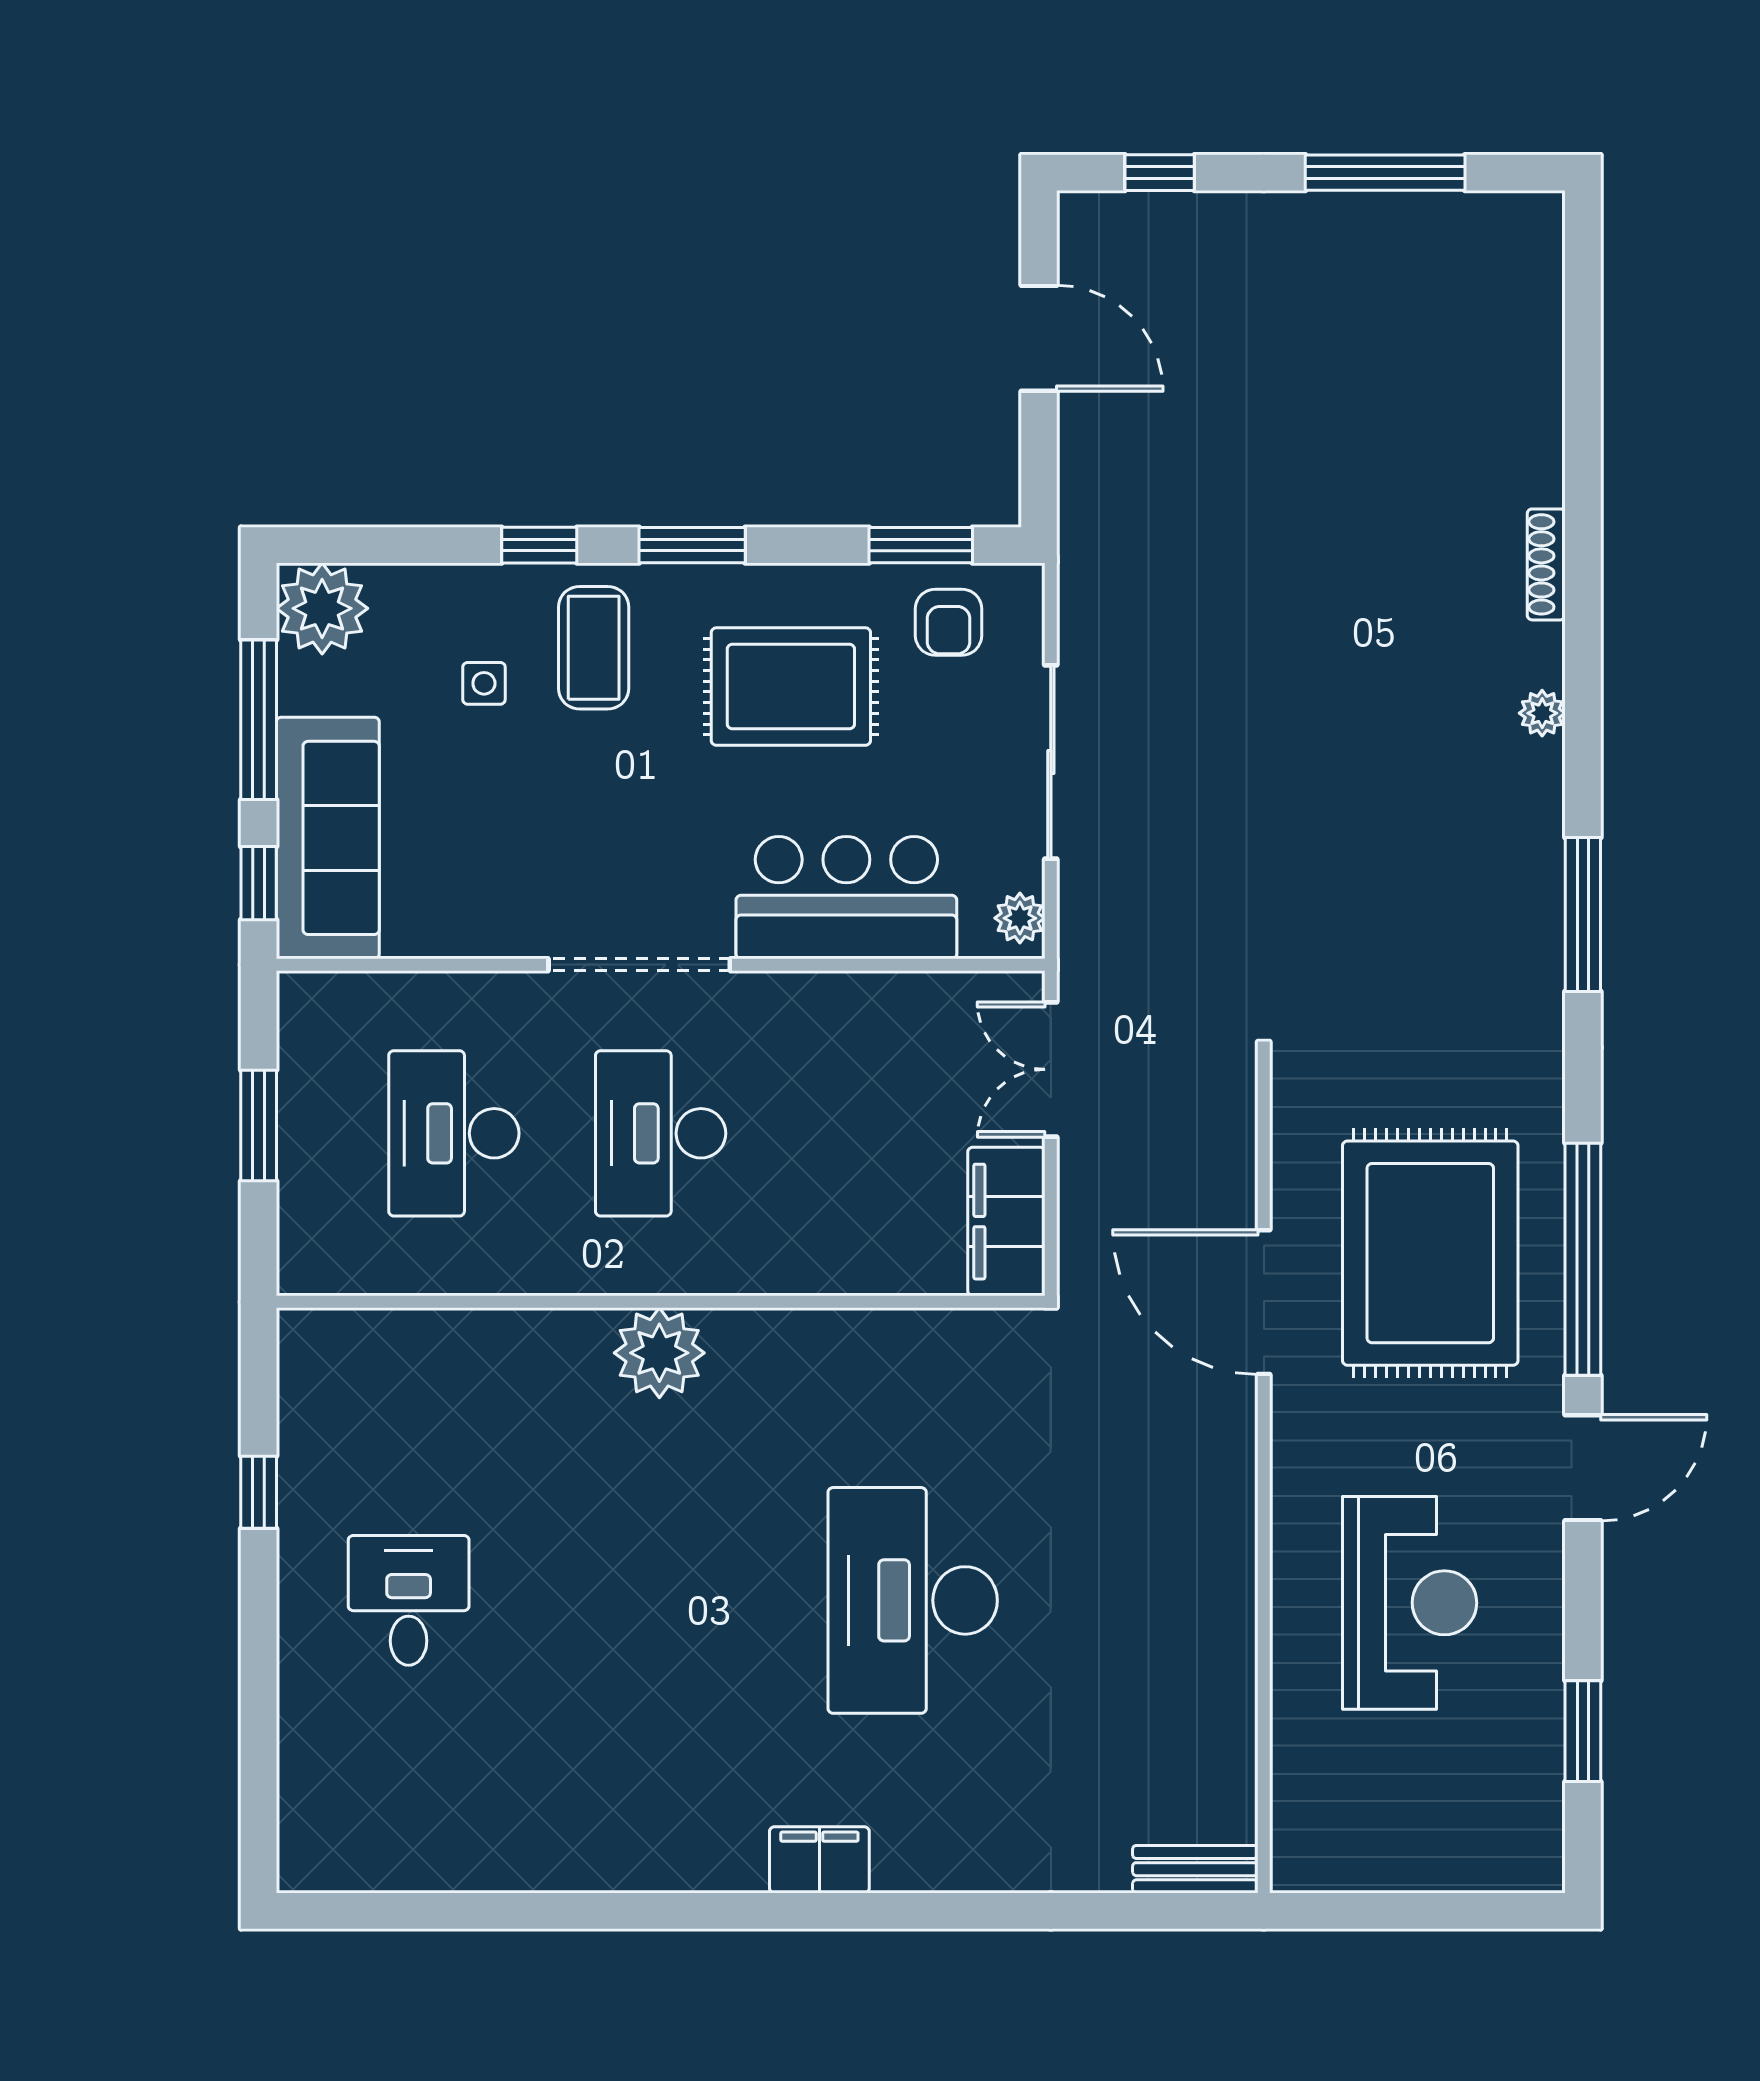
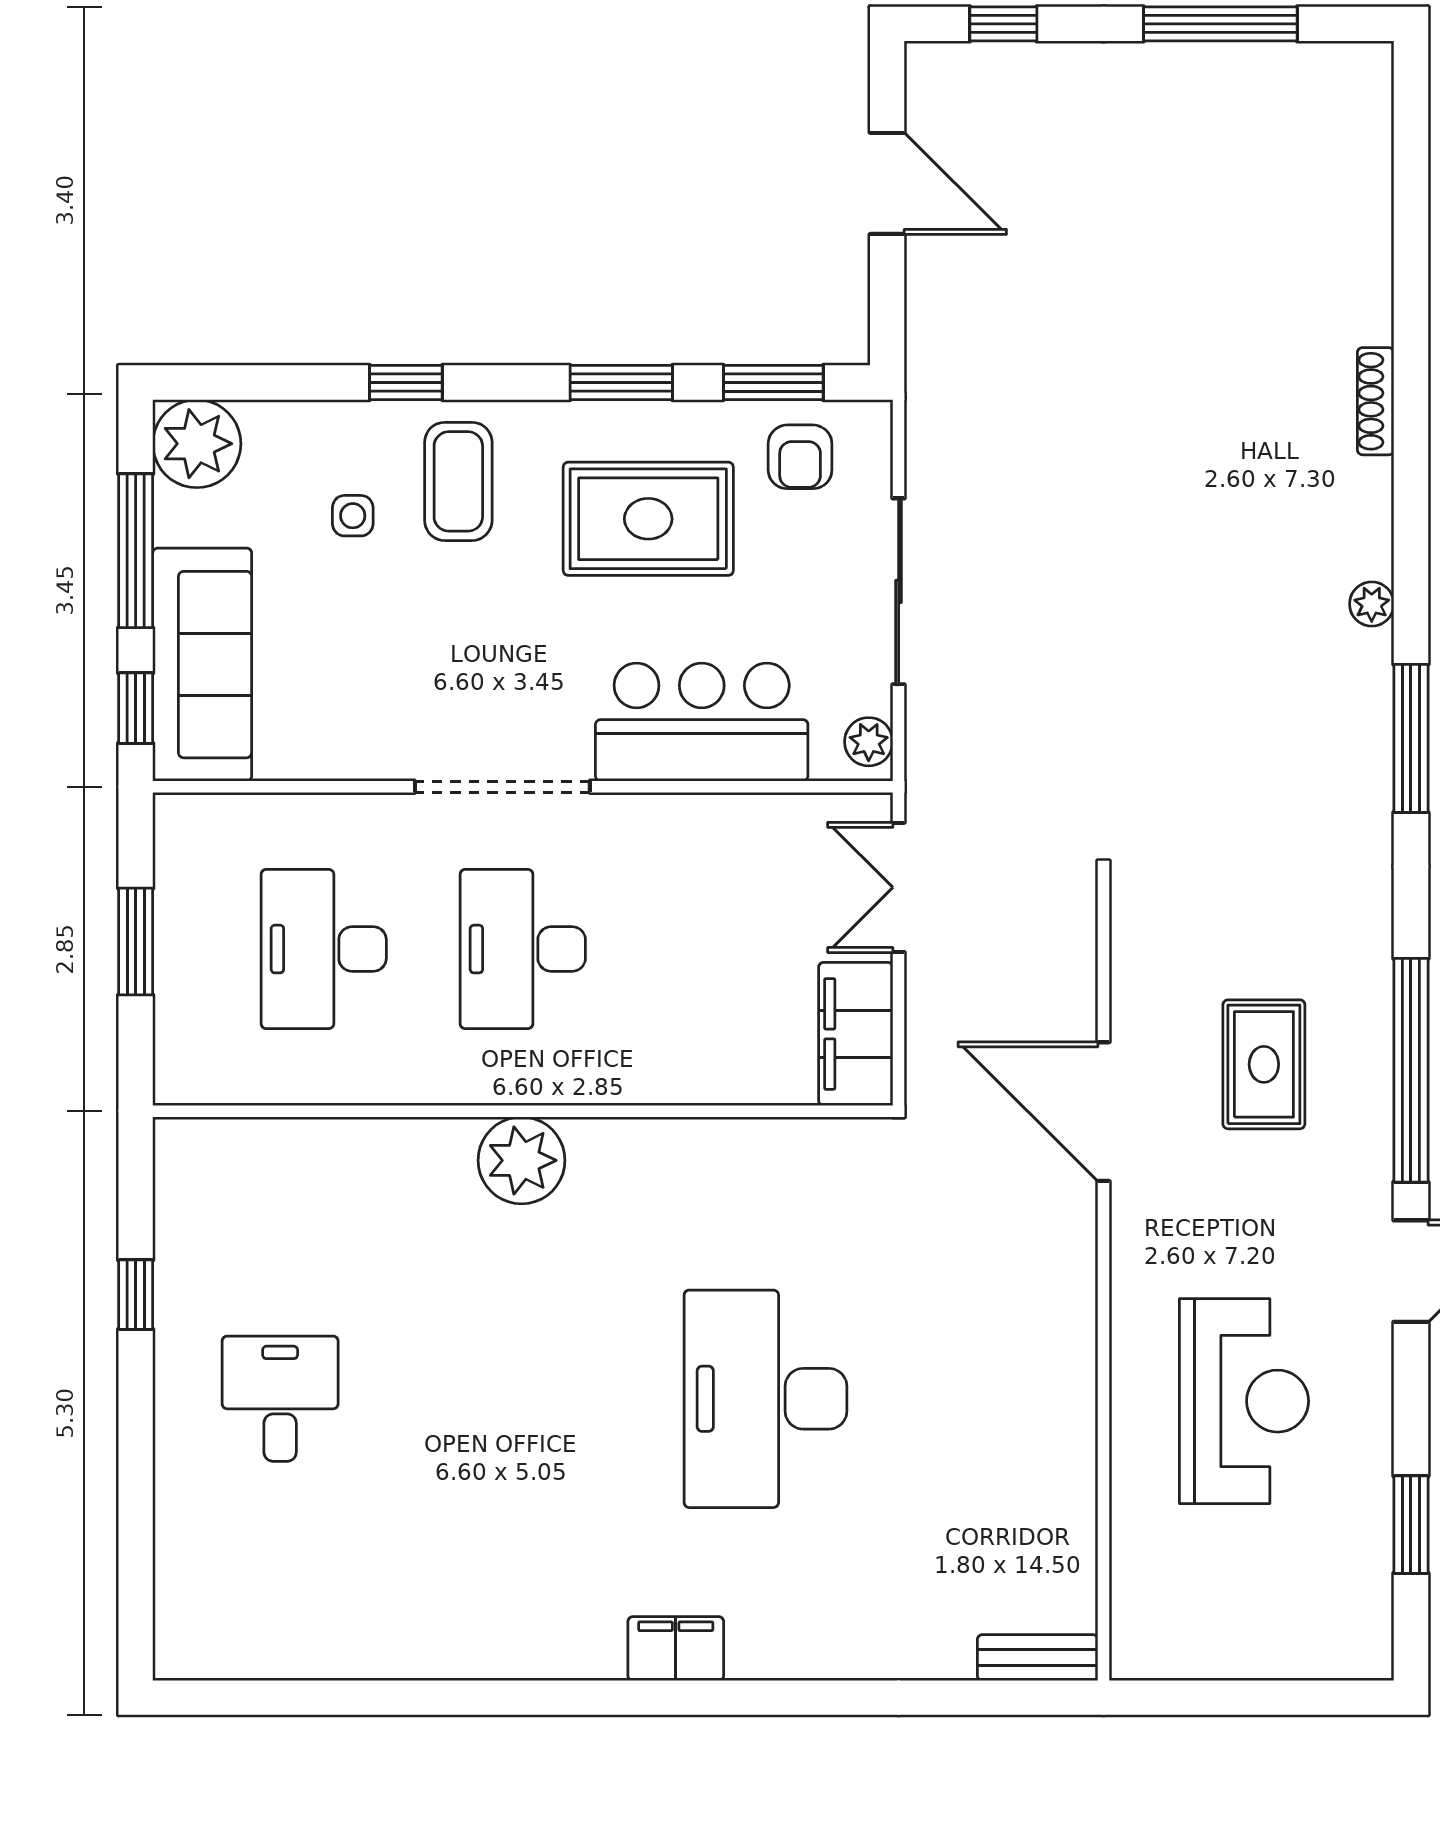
window: (692, 545) -> (621, 383), moved
plant: (1542, 713) -> (1372, 604), moved
rug: (1430, 1253) -> (1264, 1064), width x0.54, depth x0.49

